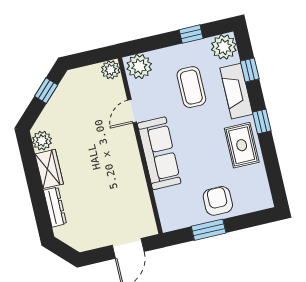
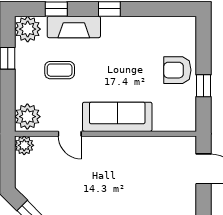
coffee table: (191, 87) -> (60, 70), width x0.73, depth x0.77
rug: (242, 145) -> (128, 34), removed
window: (209, 230) -> (203, 86), width x0.67

